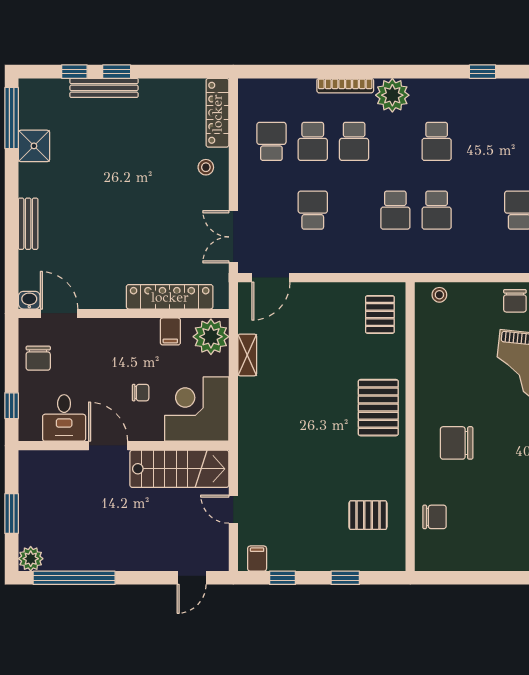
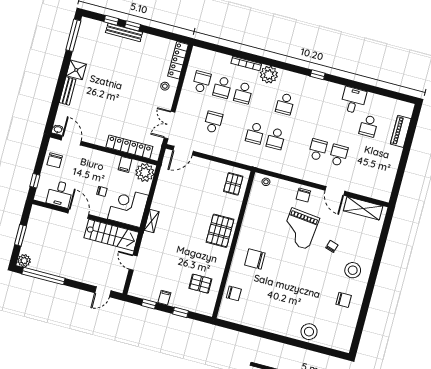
shower: (34, 146) -> (76, 70), moved
shelving: (247, 355) -> (152, 221), moved
filing cabinet: (257, 559) -> (164, 298), moved

